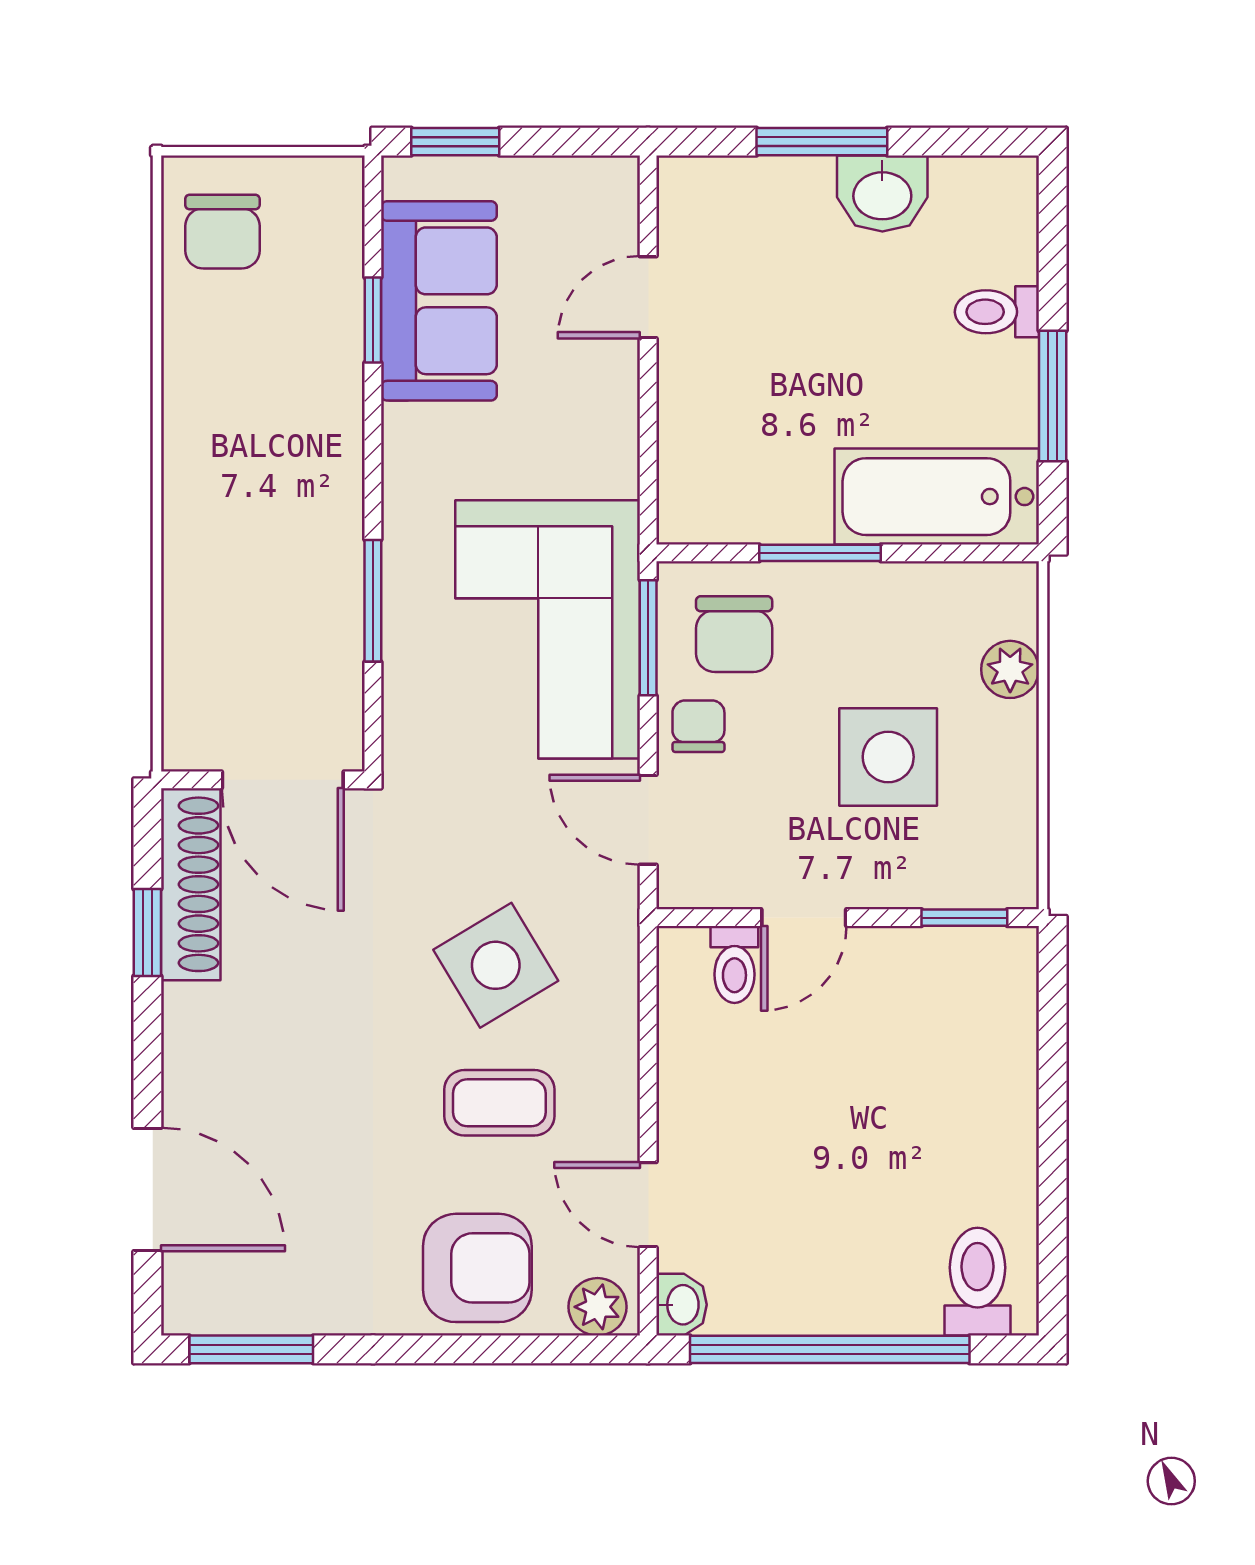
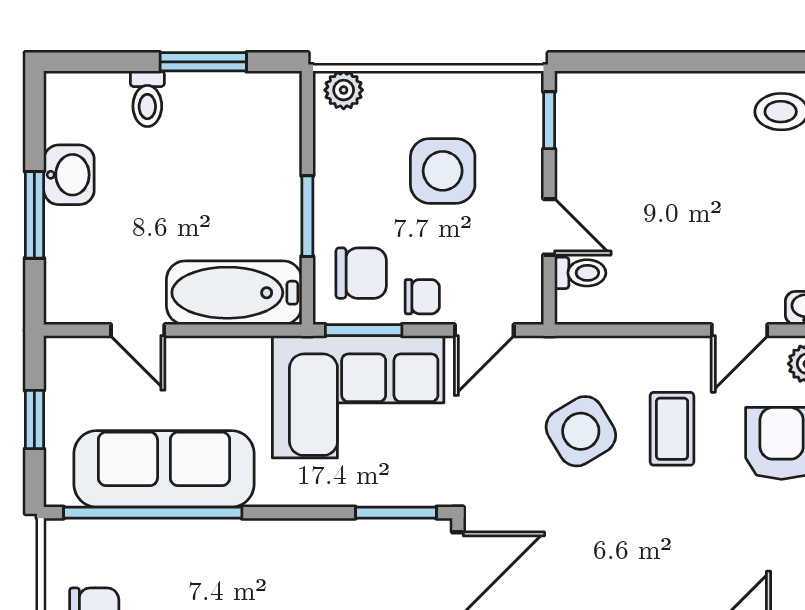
window: (455, 142) -> (34, 420), moved
sofa: (439, 301) -> (164, 469), width x1.36
window: (373, 320) -> (153, 513), width x3.17
bathtub: (937, 497) -> (234, 293), moved, turned 90
window: (373, 601) -> (396, 513), moved
plant: (1010, 669) -> (344, 90), moved
chair: (698, 726) -> (422, 297), turned 180

